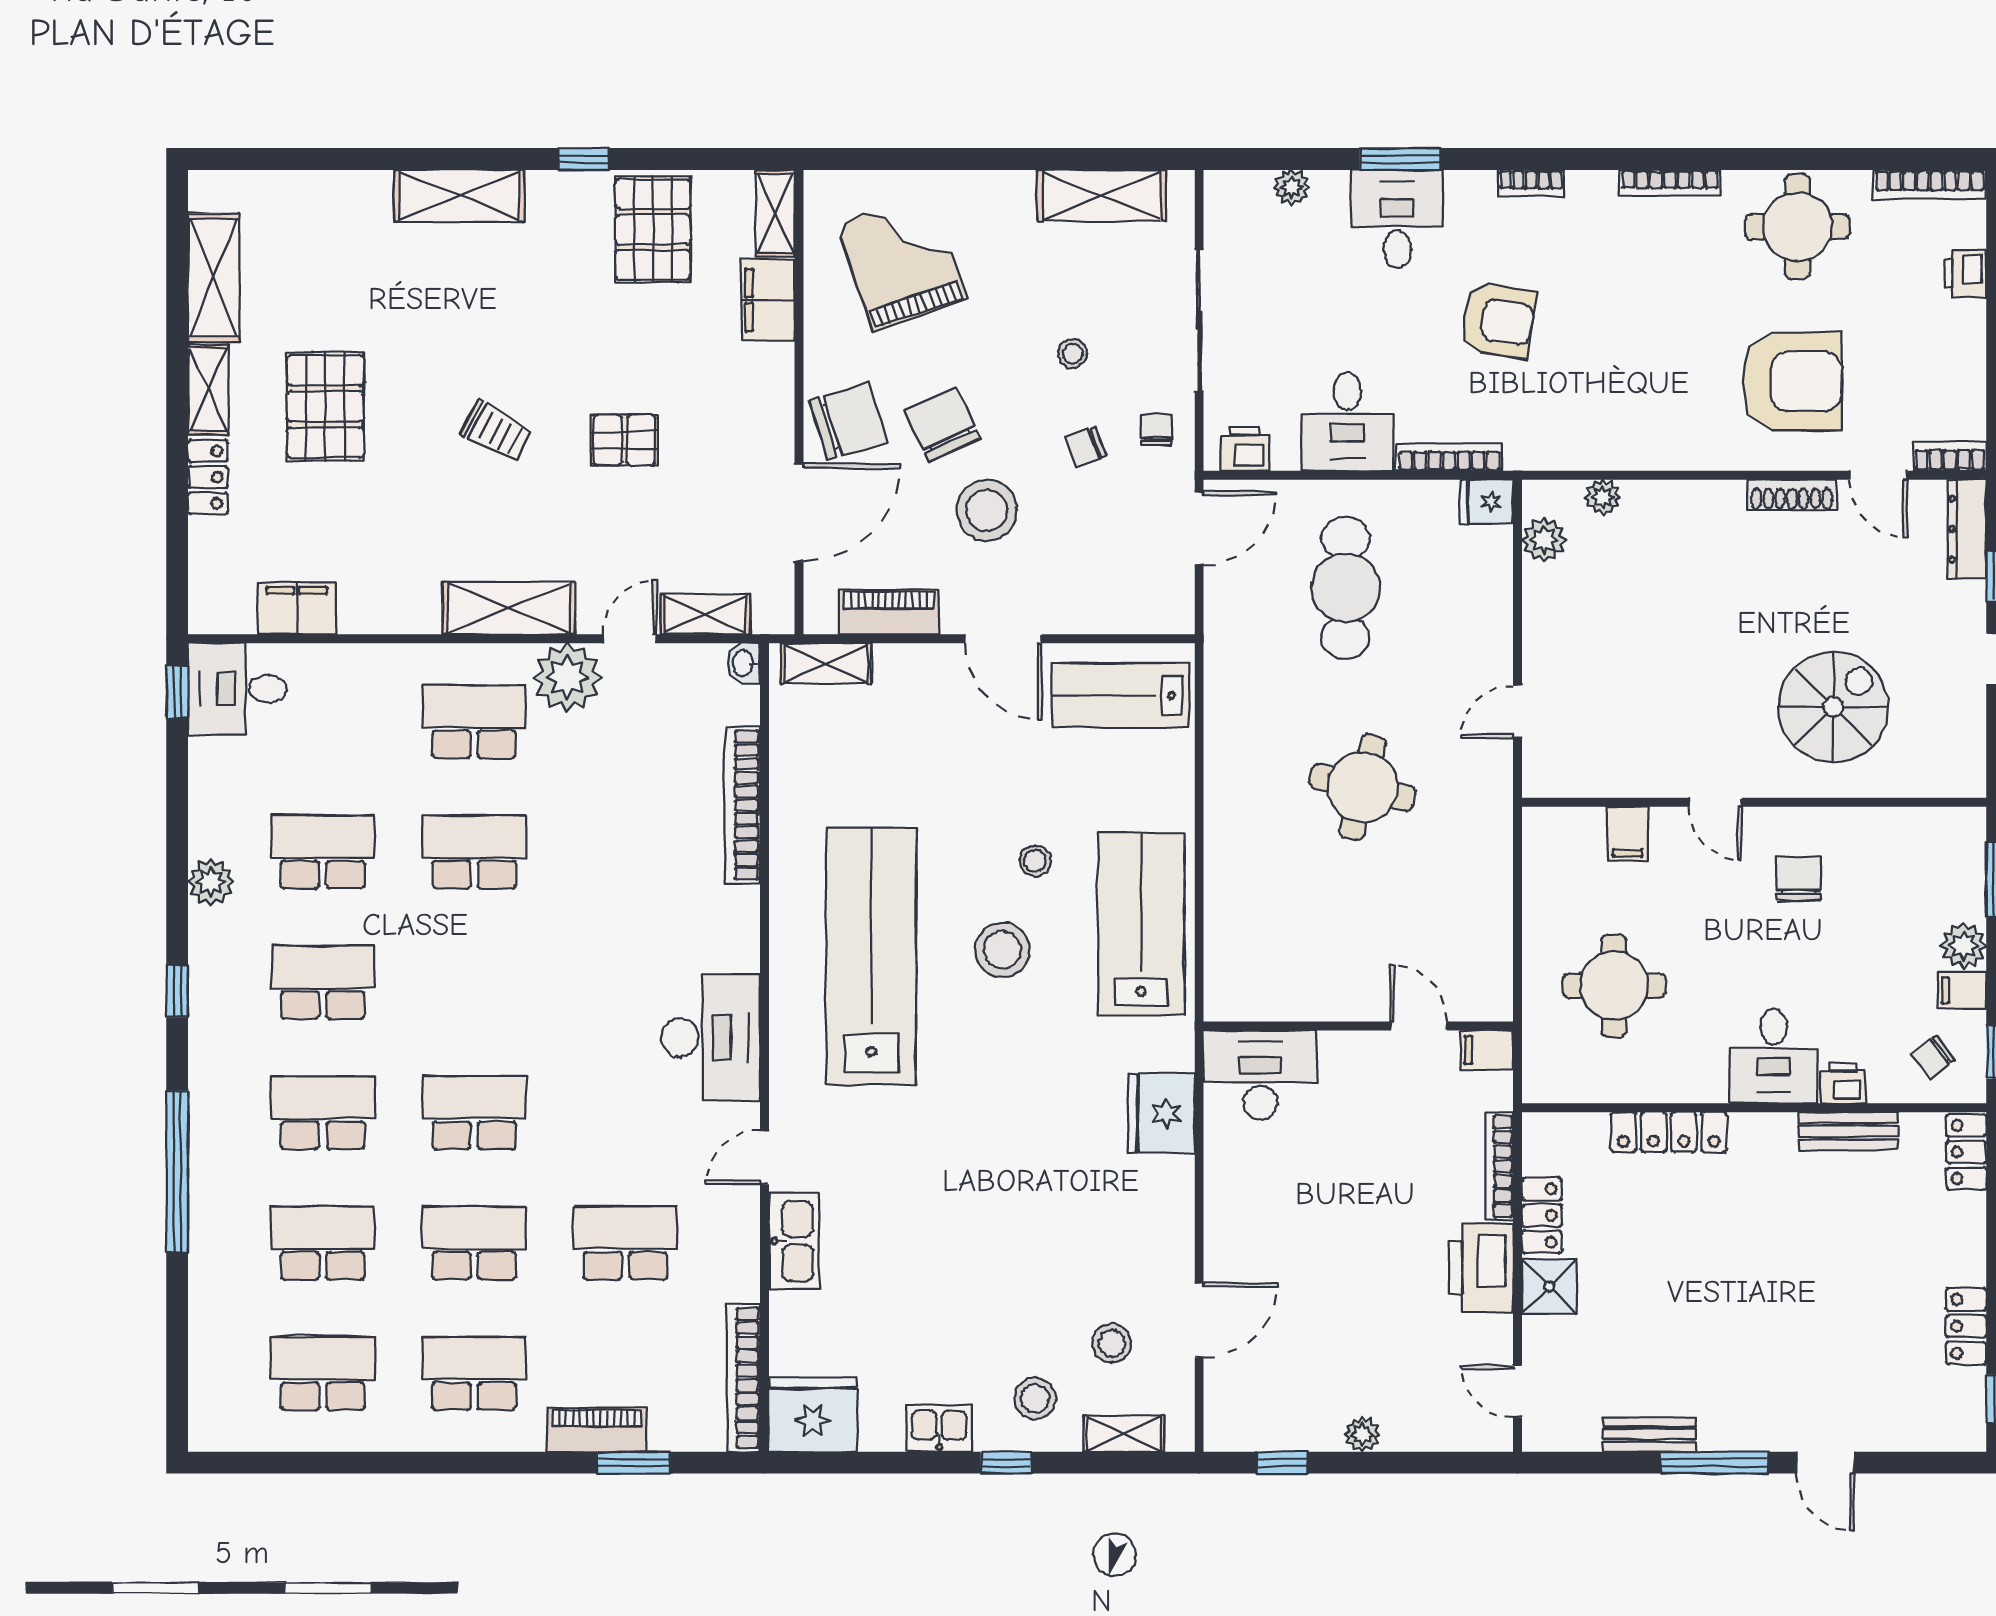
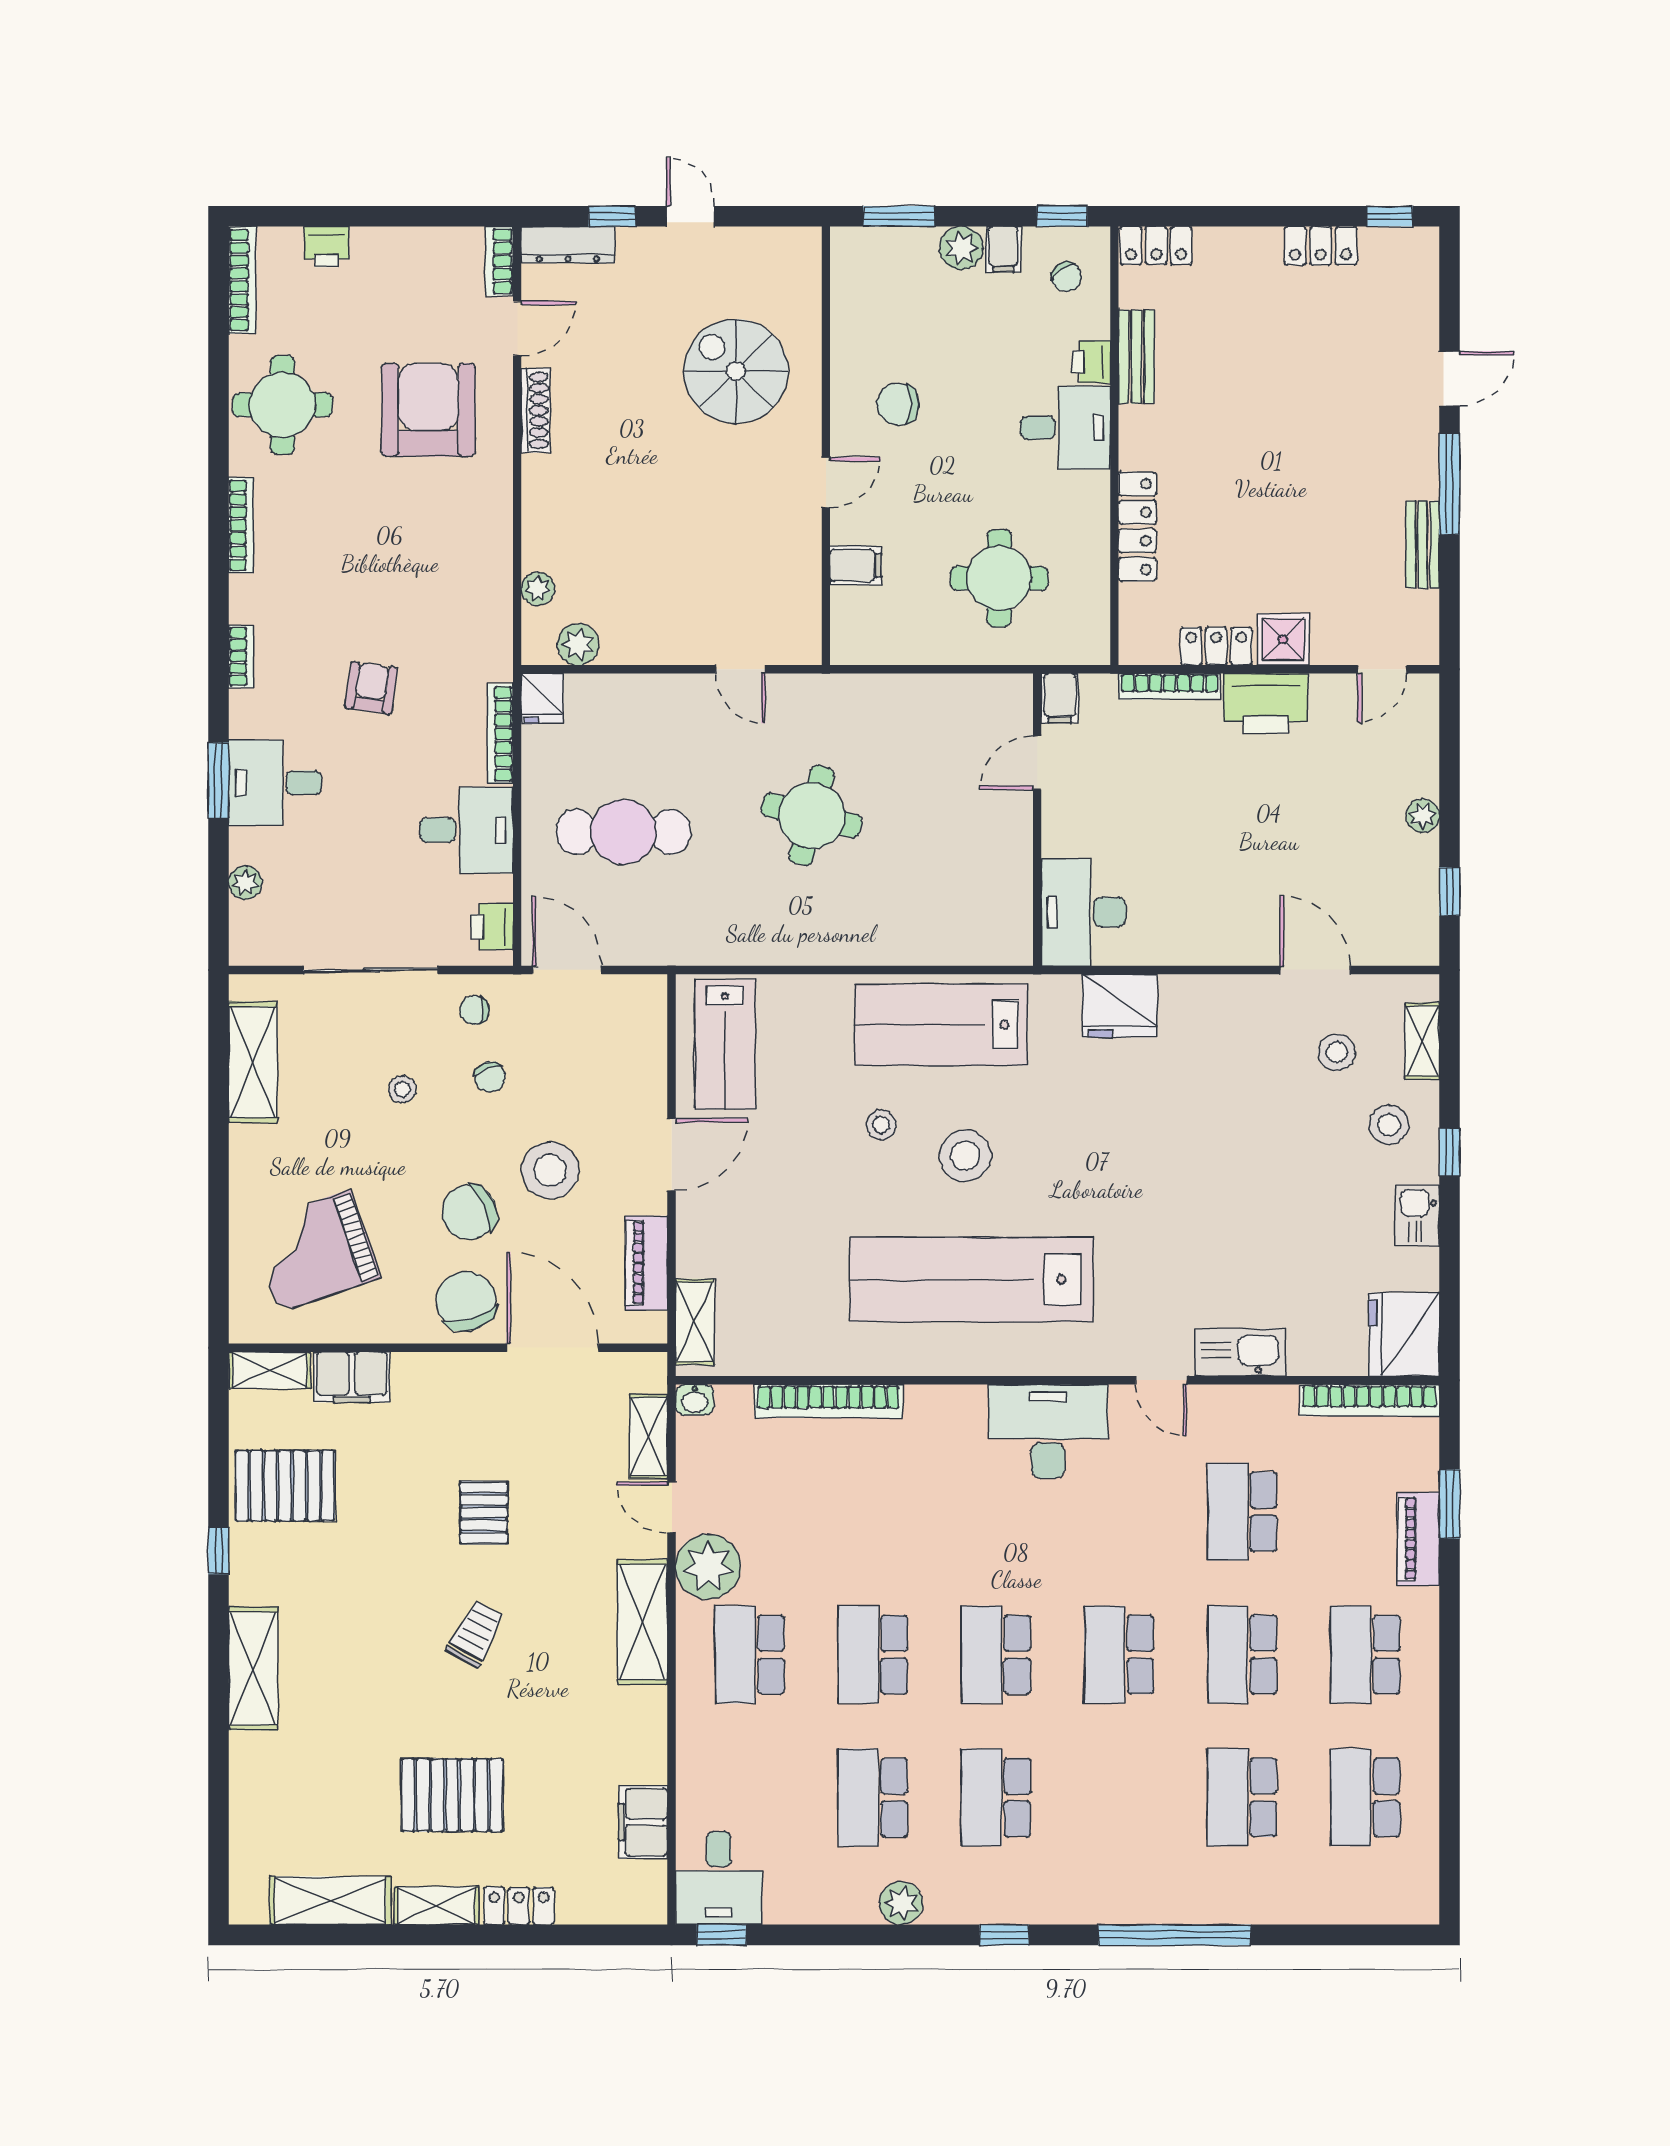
armchair: (1498, 321) -> (371, 688), width x0.72, depth x0.72
school desk: (323, 1113) -> (996, 1655), moved

